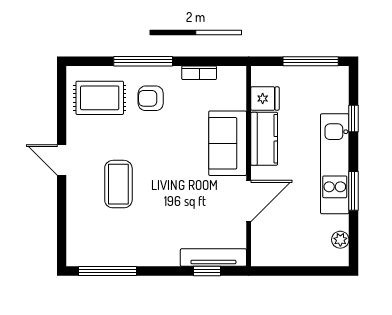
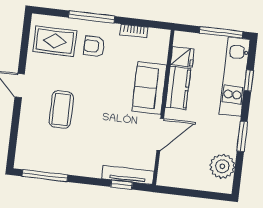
kitchen unit: (335, 164) -> (235, 77), moved
plant: (340, 240) -> (222, 166), width x1.88, depth x1.88

